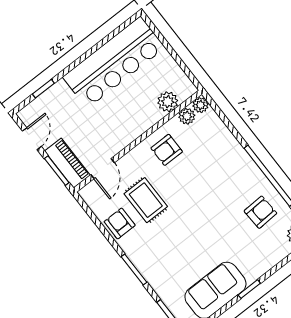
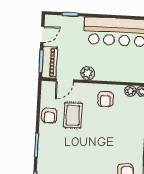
plant: (168, 102) -> (88, 73), moved
armchair: (167, 150) -> (105, 99), turned -90
armchair: (120, 223) -> (49, 116), turned 180

